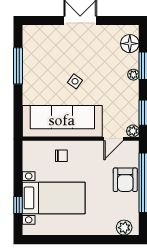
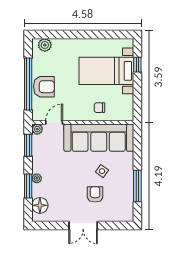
armchair: (67, 56) -> (95, 194), added
side table: (75, 81) -> (102, 171), moved
armchair: (125, 180) -> (44, 87), turned 90

